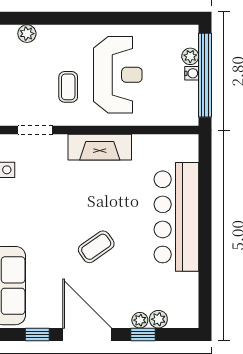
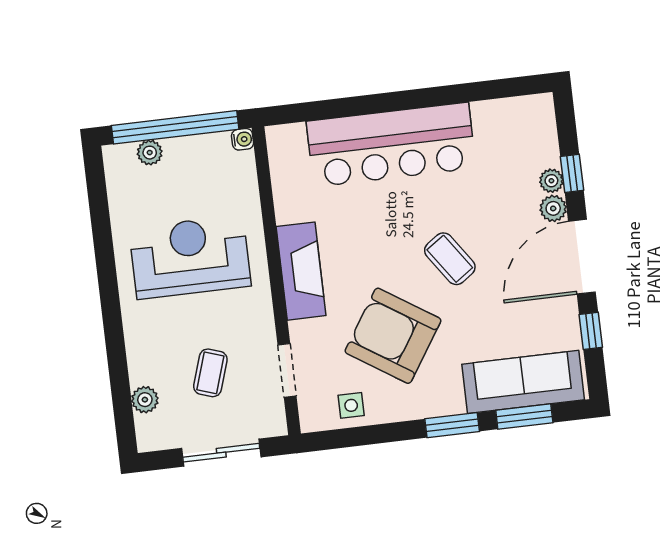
water cooler: (192, 73) -> (243, 139), moved, turned 90
coffee table: (68, 87) -> (210, 373), moved, turned -72
armchair: (50, 203) -> (393, 336), added
plant: (158, 319) -> (553, 208), moved

